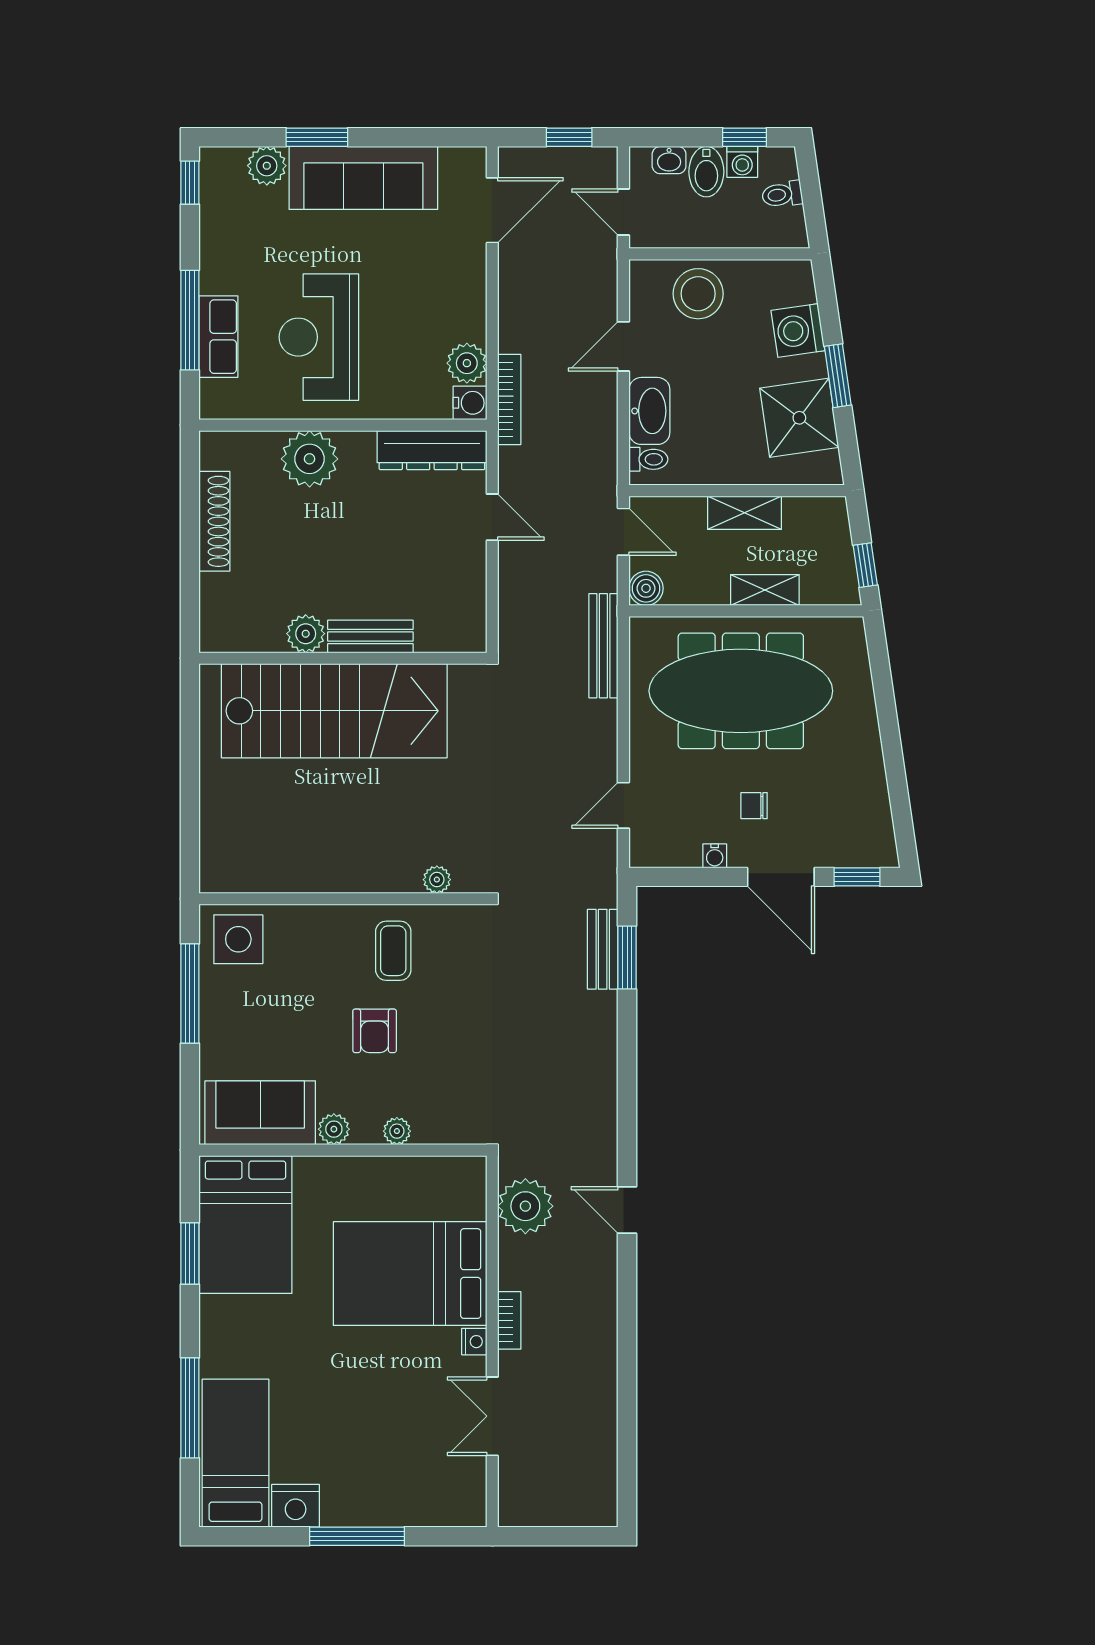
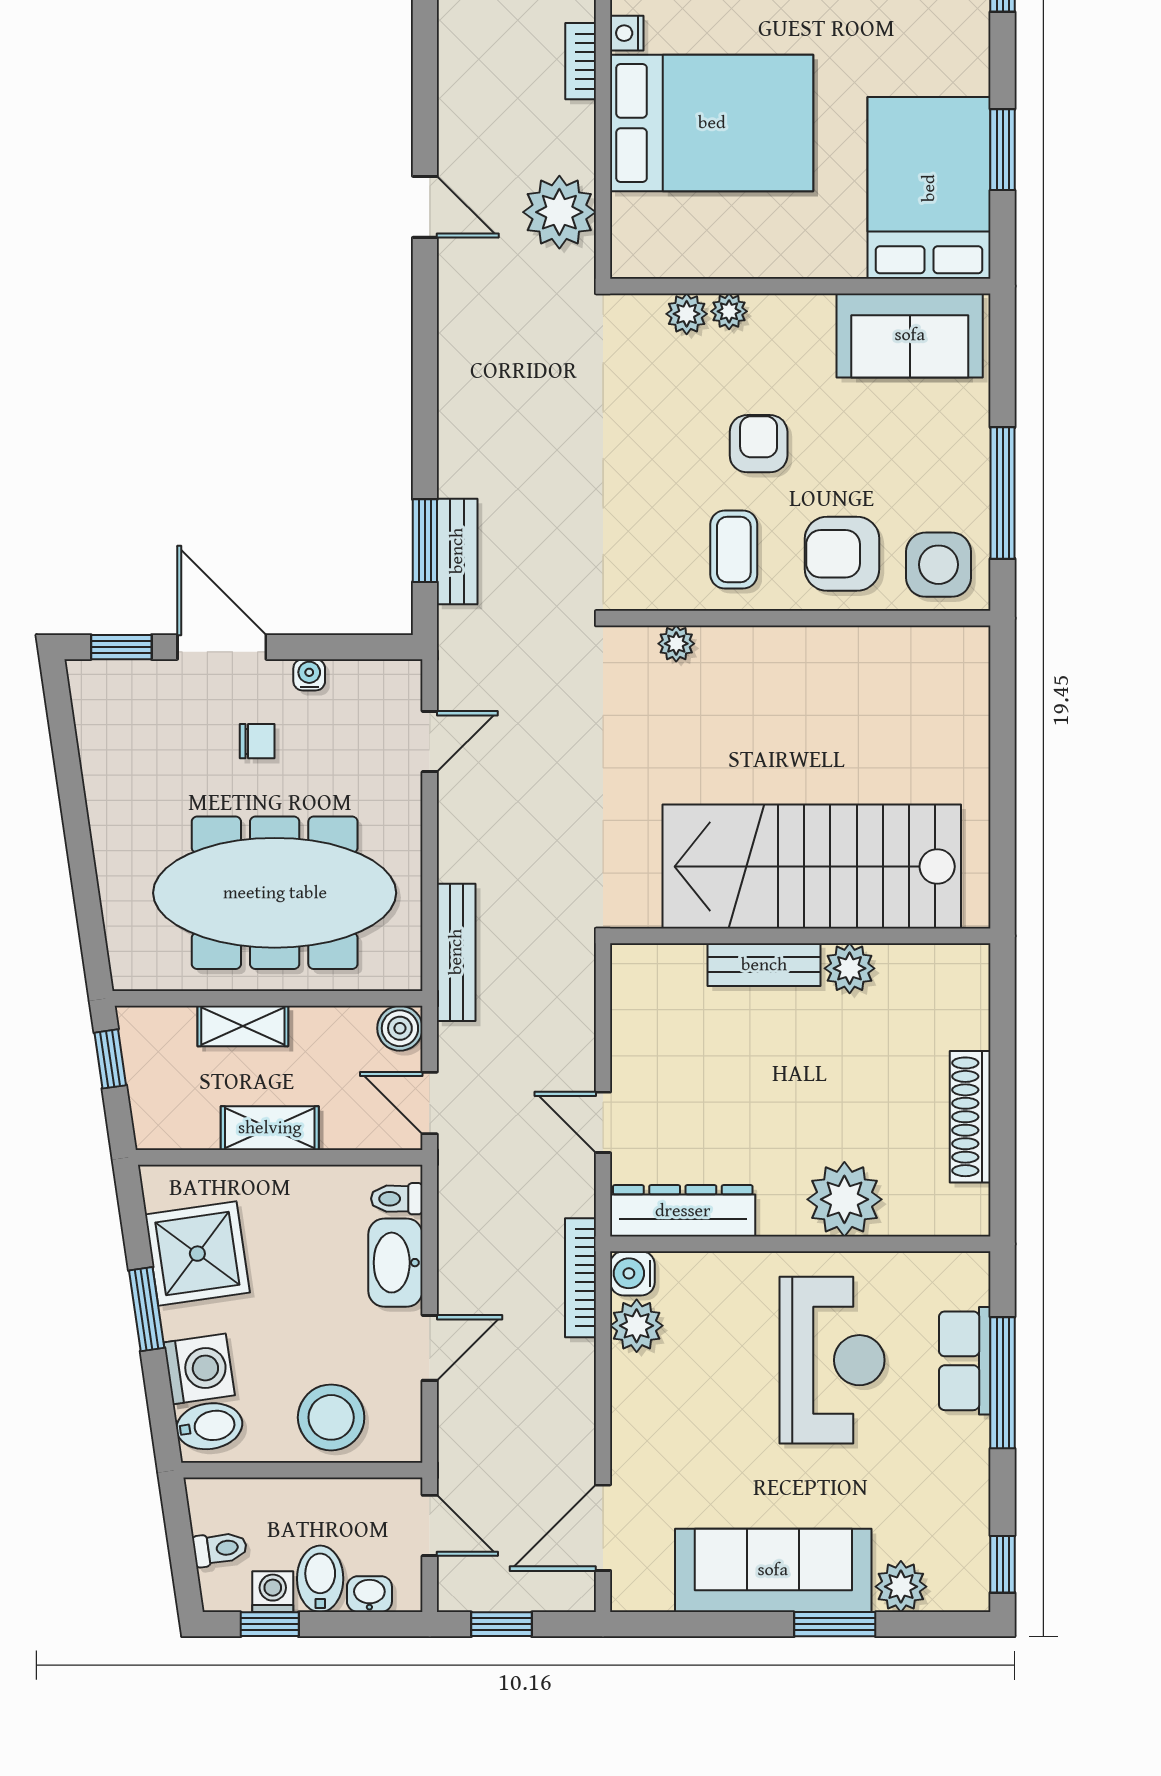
bidet: (790, 287) -> (209, 1426), added
armchair: (311, 947) -> (842, 554), added
plant: (334, 1129) -> (687, 314), moved

